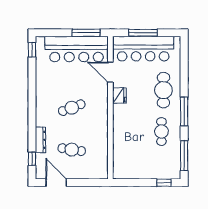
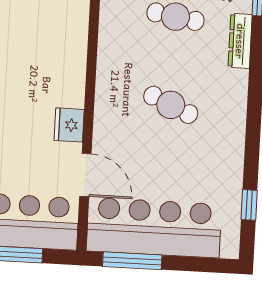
window: (32, 50) -> (249, 205), moved
cafe table: (72, 108) -> (171, 105), turned 45

